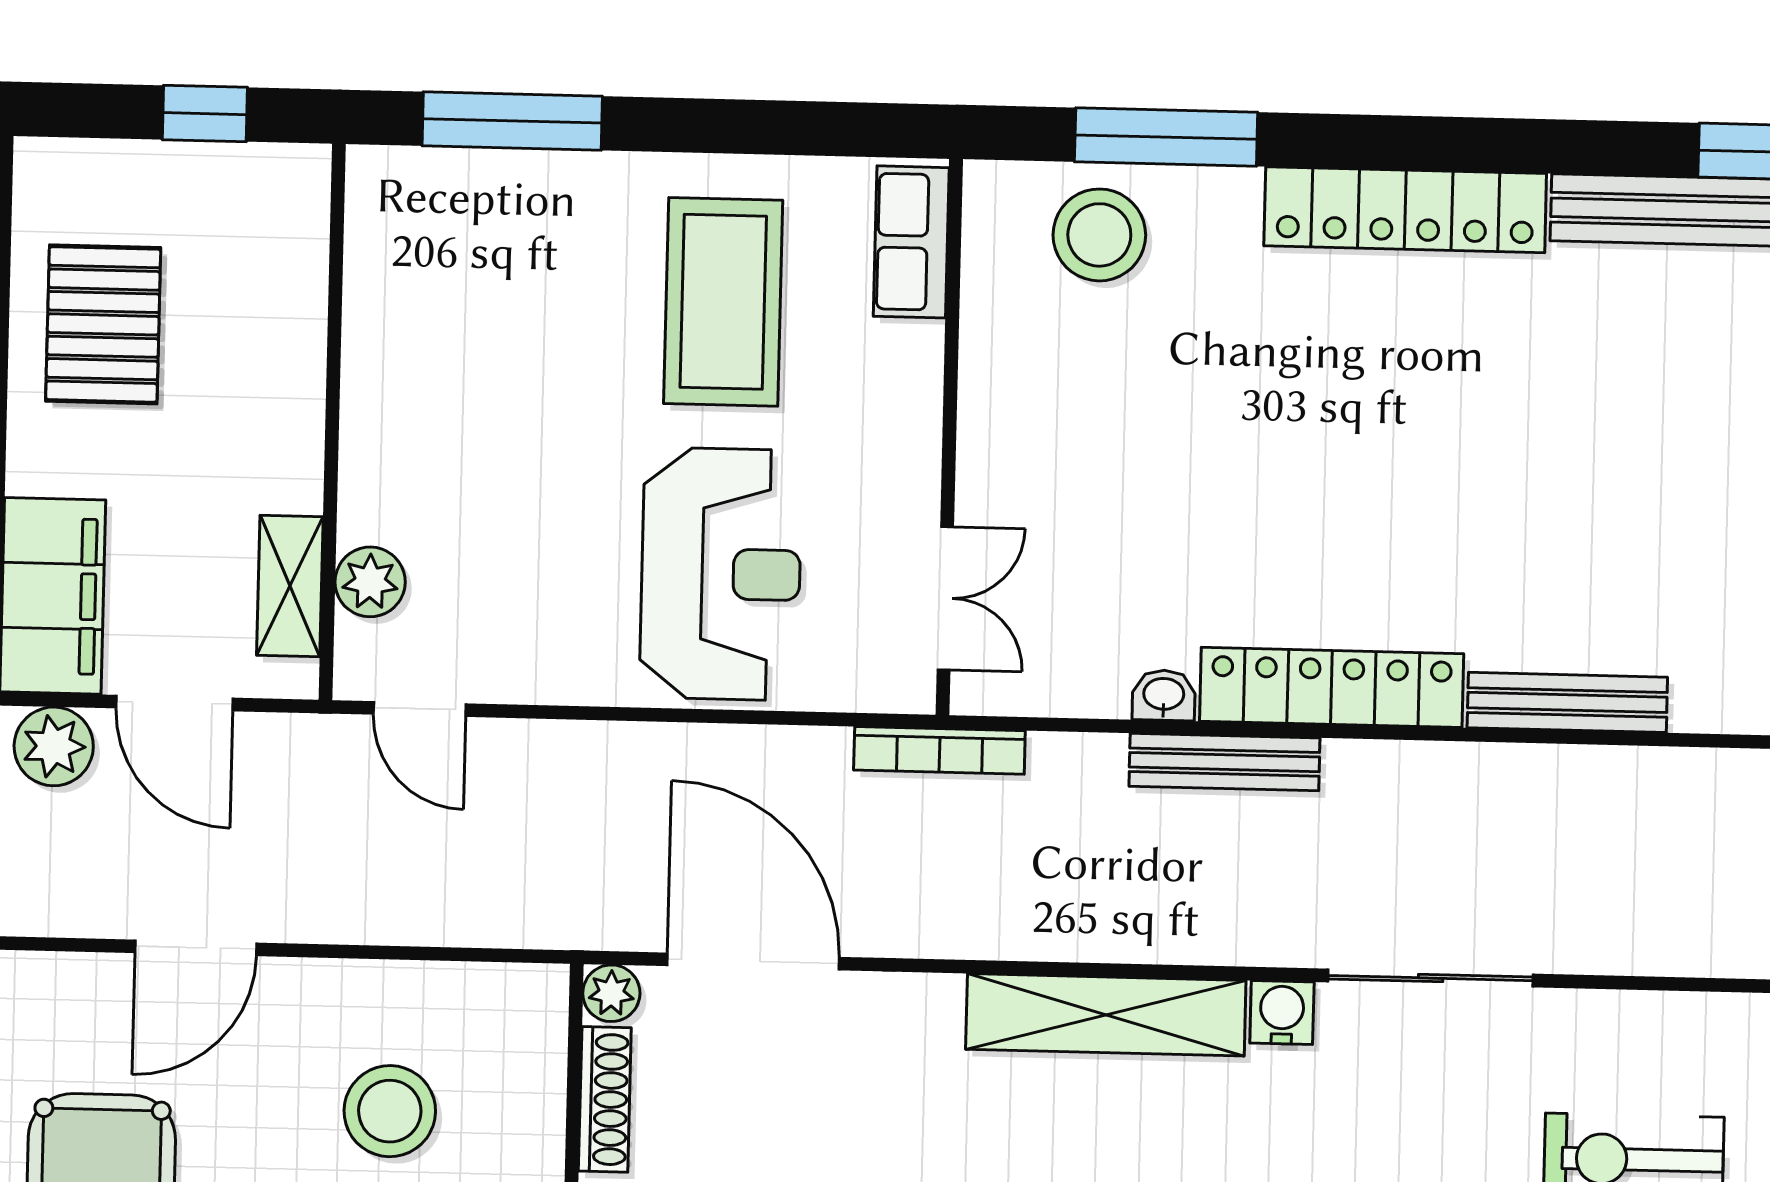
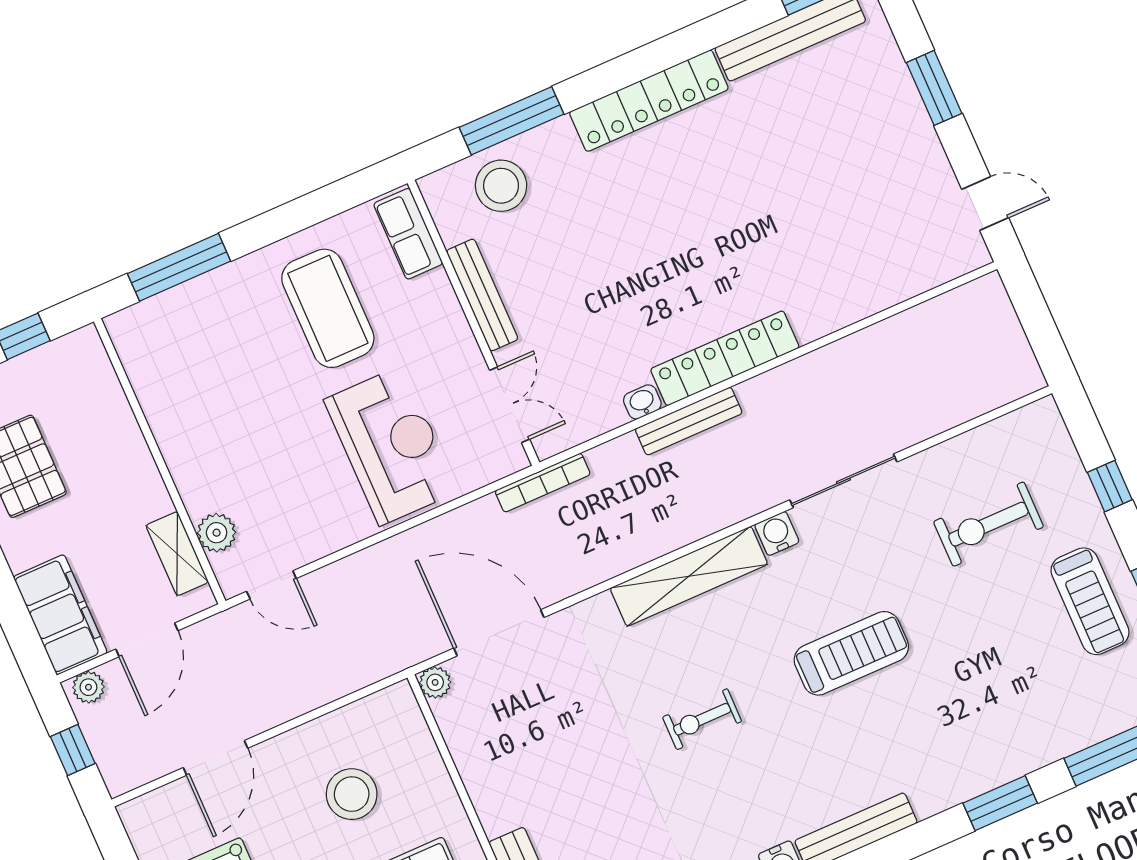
bench: (1567, 702) -> (482, 295), moved, turned 90
door: (174, 703) -> (147, 640), hinge flipped
plant: (54, 746) -> (88, 687), width x0.73, depth x0.73
shoe rack: (605, 1099) -> (457, 737), removed

